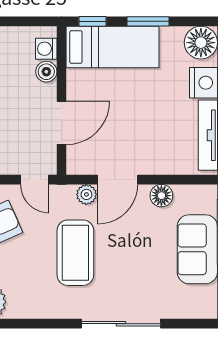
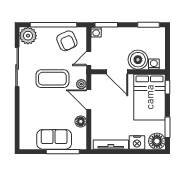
window: (148, 21) -> (167, 127), moved
bed: (113, 47) -> (150, 97), width x1.50
boiler: (46, 72) -> (138, 60), width x1.86, depth x1.86
sliding door: (121, 324) -> (17, 67), moved

